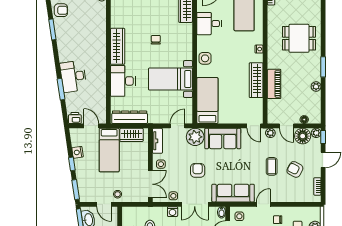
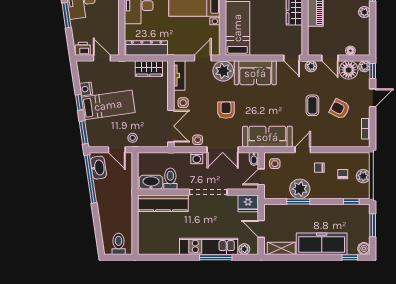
bed: (109, 150) -> (108, 105), moved, turned -98

